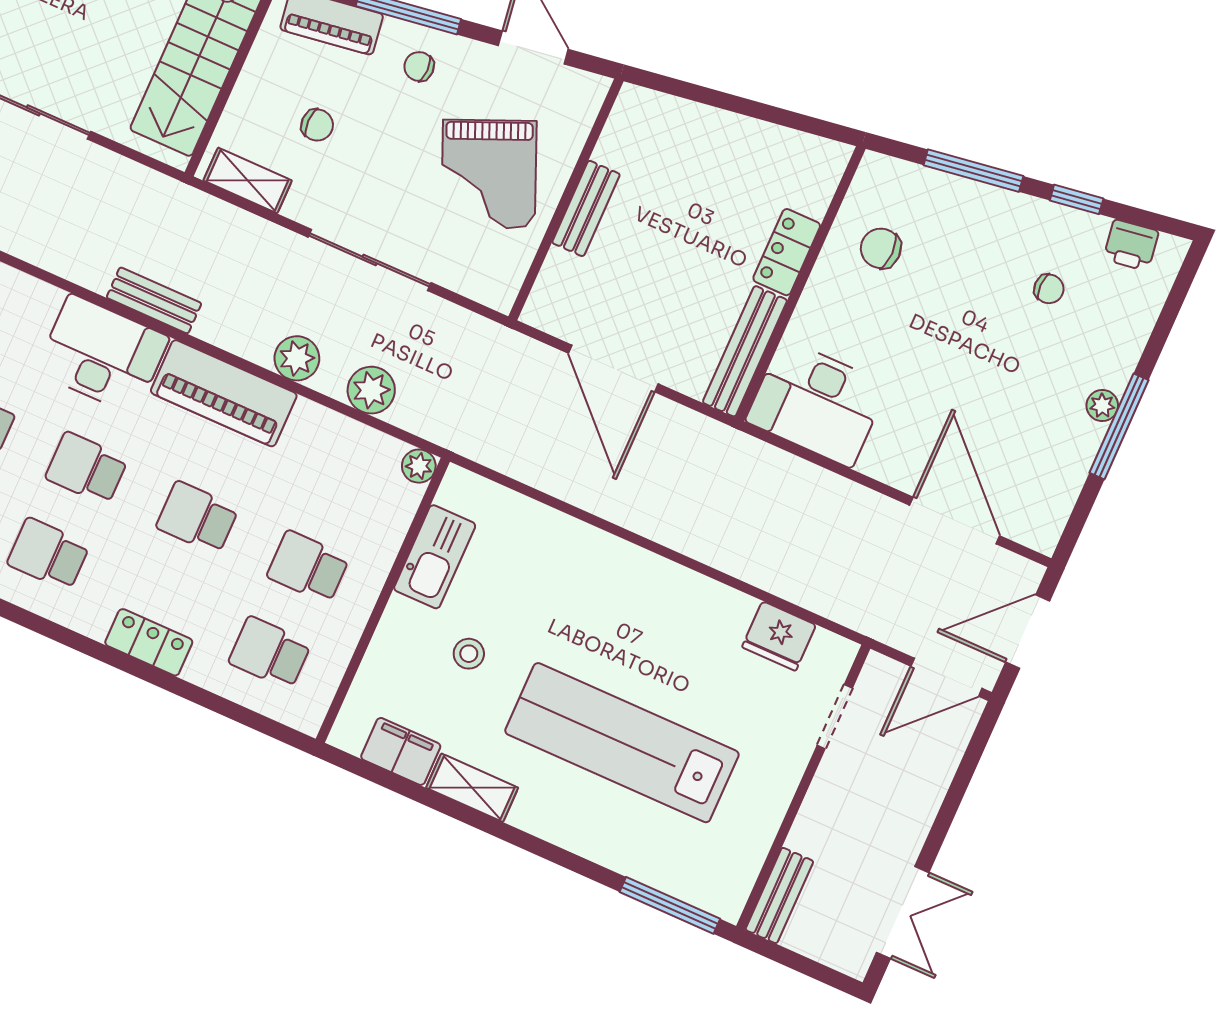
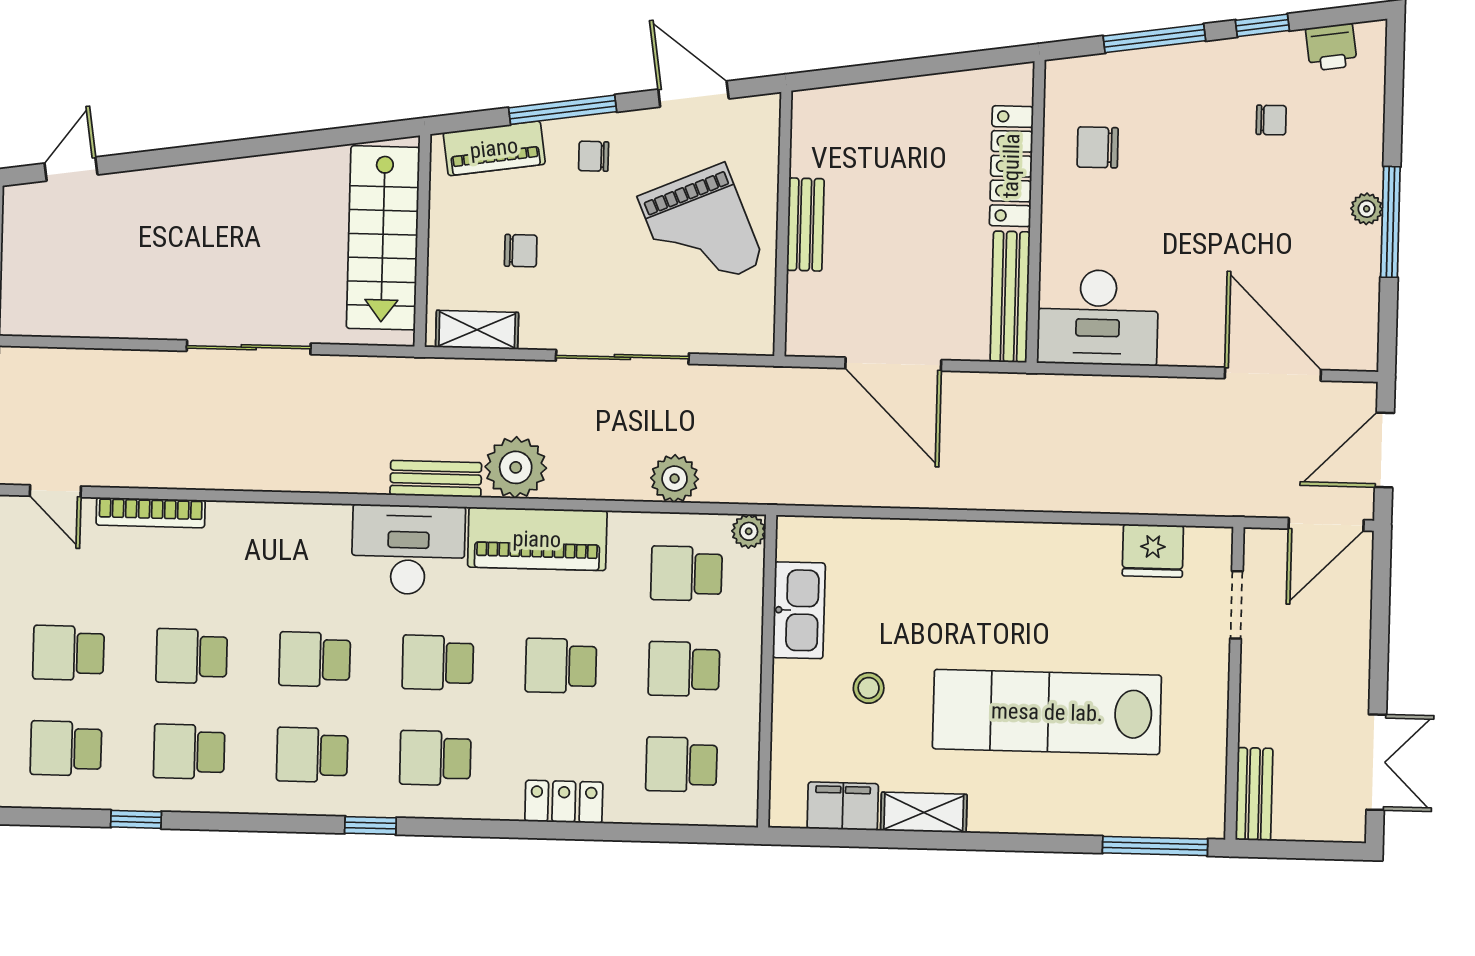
locker: (787, 252) -> (1011, 166), width x1.53
plant: (297, 358) -> (516, 467), moved, width x1.36, depth x1.36
school desk: (346, 481) -> (686, 574), added

